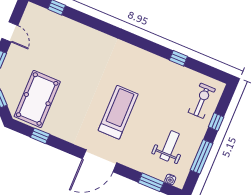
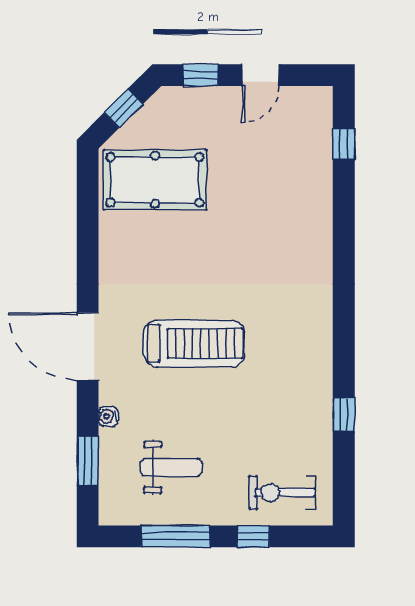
exercise bike: (202, 101) -> (282, 493), turned 180
window: (40, 136) -> (88, 214), removed
water cooler: (170, 179) -> (108, 416), moved

